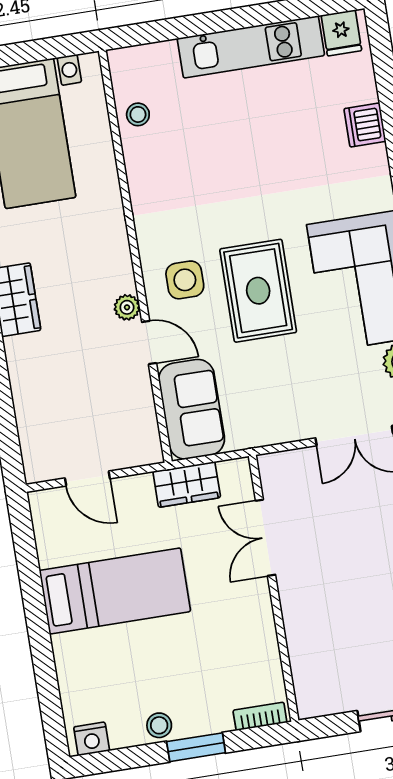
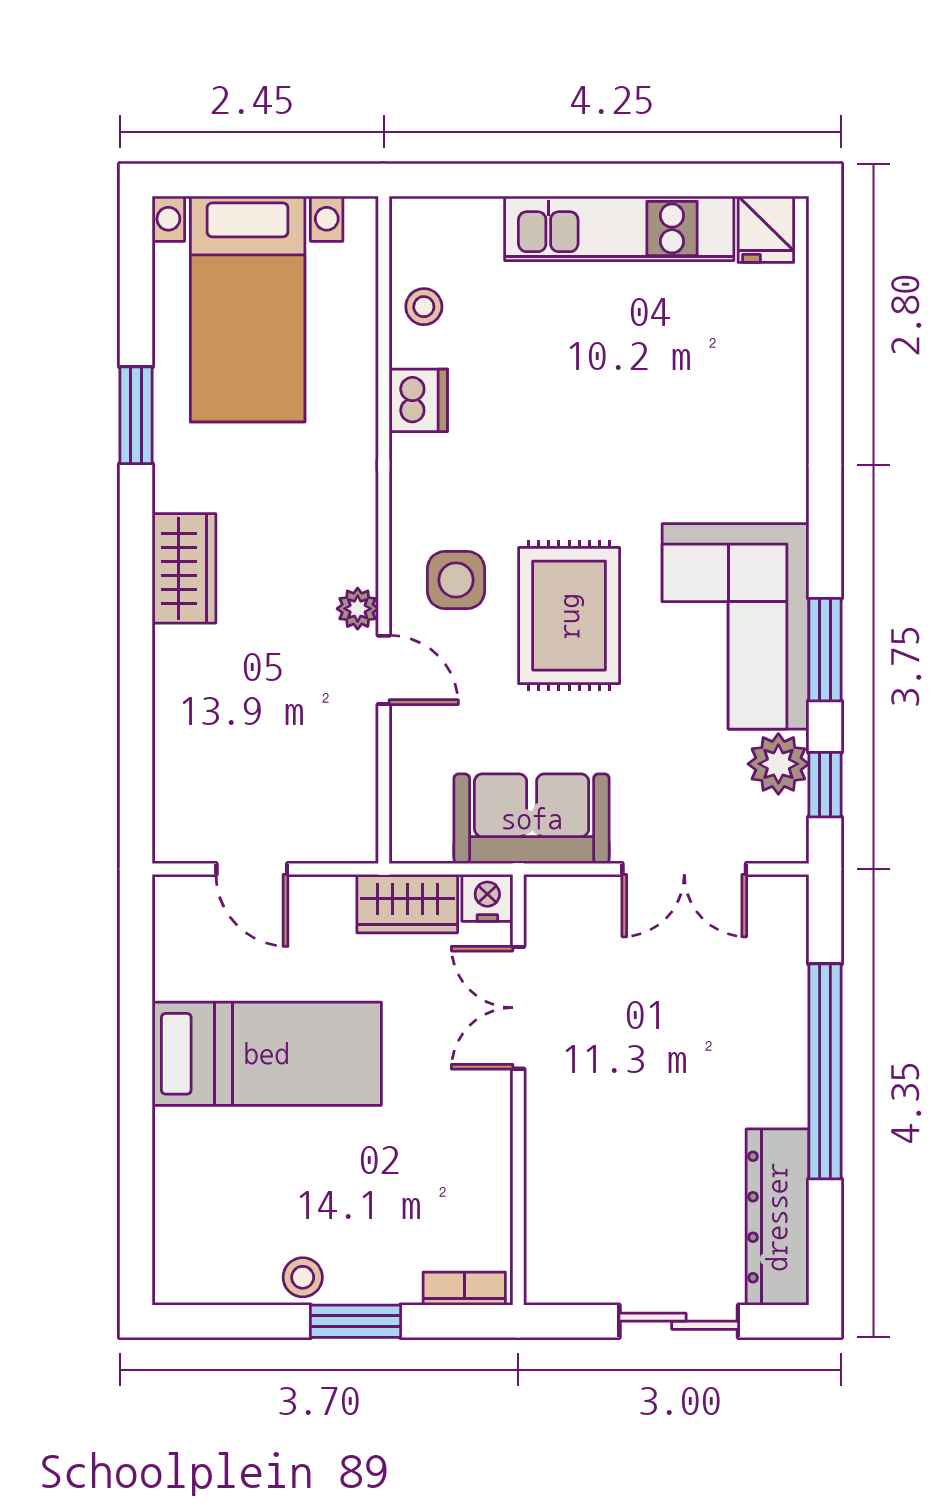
dishwasher: (365, 125) -> (418, 400), moved, turned 180
sofa: (192, 409) -> (532, 819), moved, turned -90
nightstand: (92, 739) -> (487, 898), moved, turned 180

